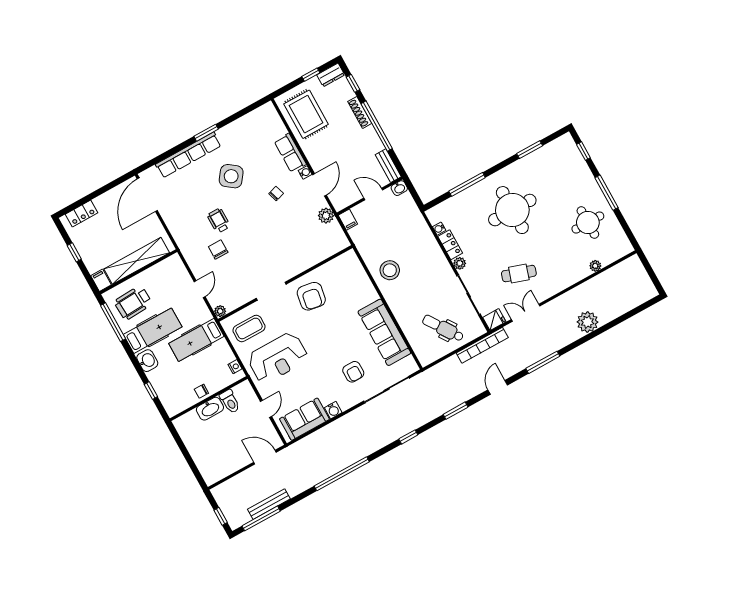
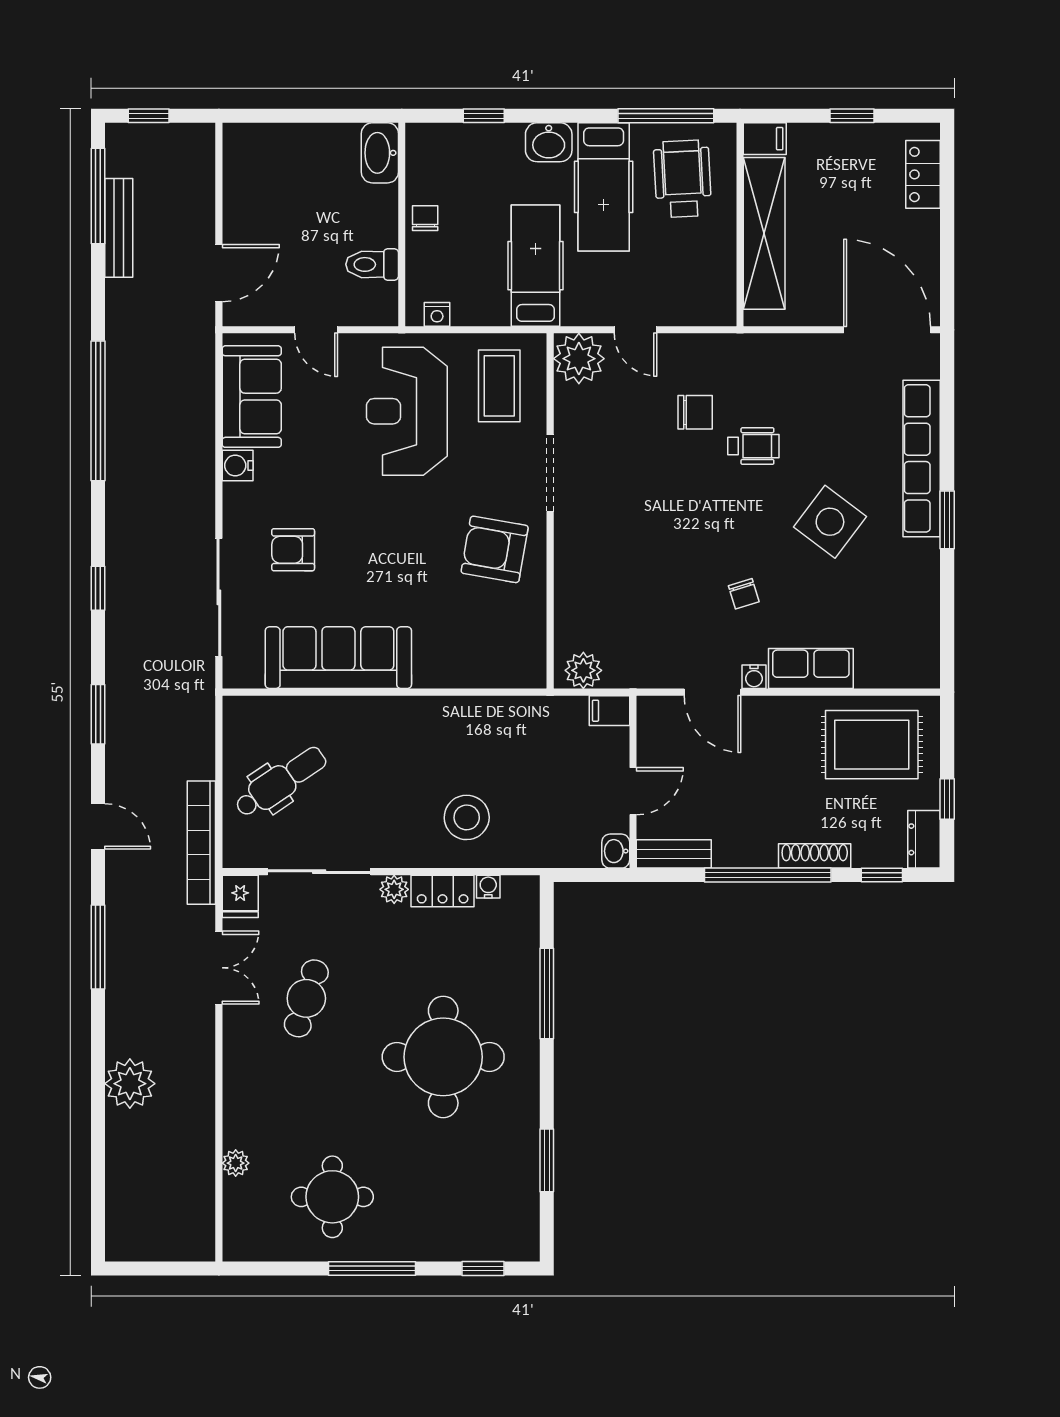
plant: (326, 216) -> (583, 670), moved
stool: (390, 270) -> (467, 817), moved
plant: (220, 311) -> (579, 359), width x1.87, depth x1.87
washbasin: (210, 409) -> (380, 153), moved

